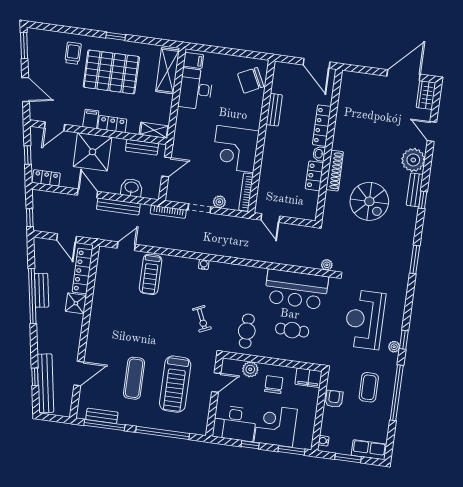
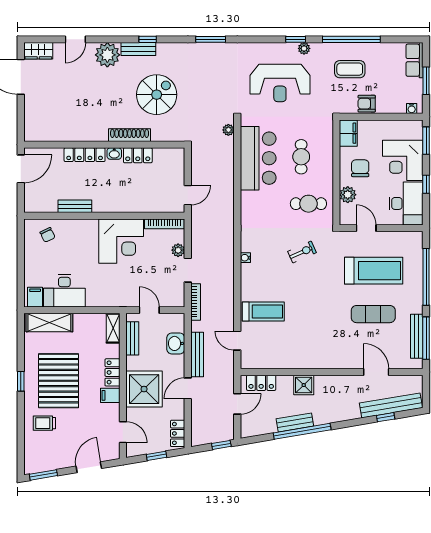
chair: (251, 80) -> (48, 235), width x0.54, depth x0.54
locker: (82, 271) -> (261, 383), width x0.66
chair: (274, 385) -> (360, 168), turned 90
bench: (102, 416) -> (417, 336), width x1.36

